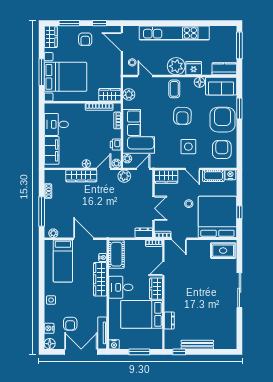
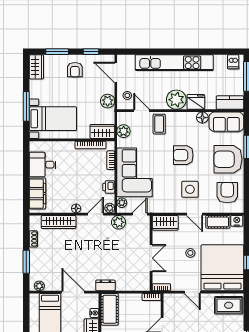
dishwasher: (227, 32) -> (233, 62), added
plant: (114, 67) -> (108, 101), added
bed with nightstands: (65, 77) -> (53, 119), width x0.73
coffee table: (174, 89) -> (159, 124), moved
armchair: (182, 116) -> (183, 155), turned 88
armchair: (222, 120) -> (228, 159), turned -90
wardrobe: (81, 176) -> (59, 222), moved
window: (42, 212) -> (26, 262), width x0.69
dresser: (144, 233) -> (105, 285), moved
door: (179, 239) -> (192, 292), moved

